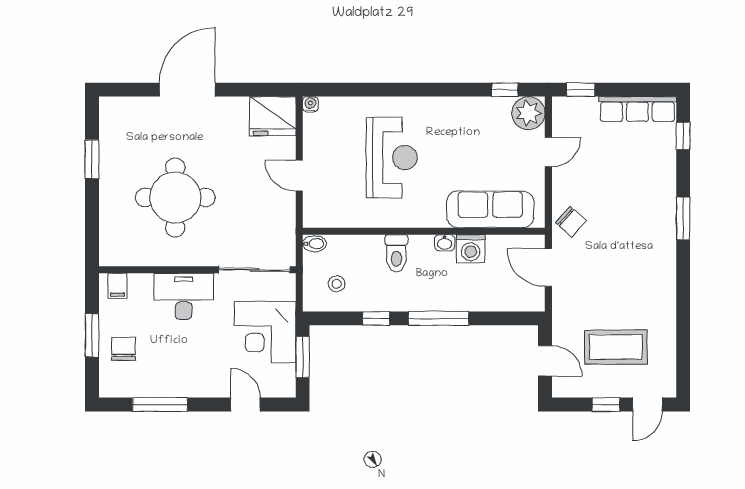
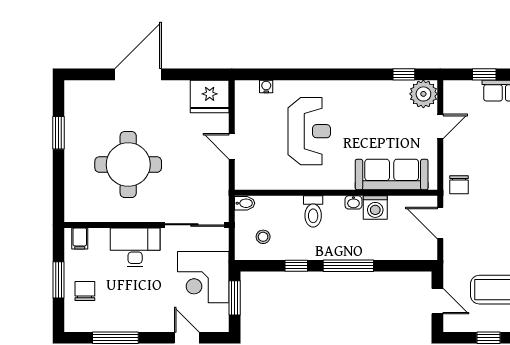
window: (581, 90) -> (484, 74), moved
water cooler: (310, 104) -> (266, 87), moved
chair: (571, 222) -> (459, 185), turned 48

